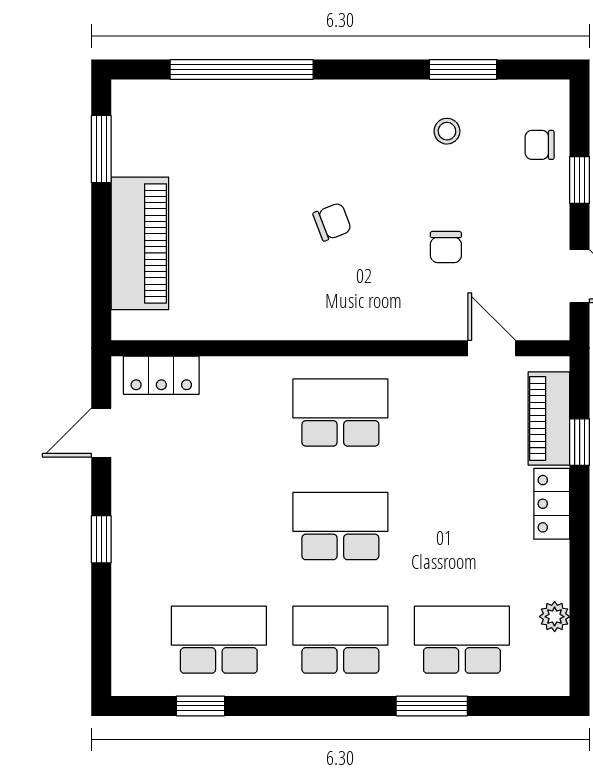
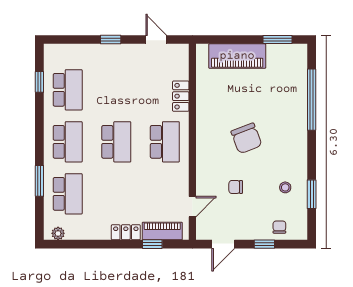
chair: (332, 222) -> (246, 138), width x1.87, depth x1.87
locker: (161, 375) -> (181, 96), moved
plant: (555, 617) -> (58, 233), moved

